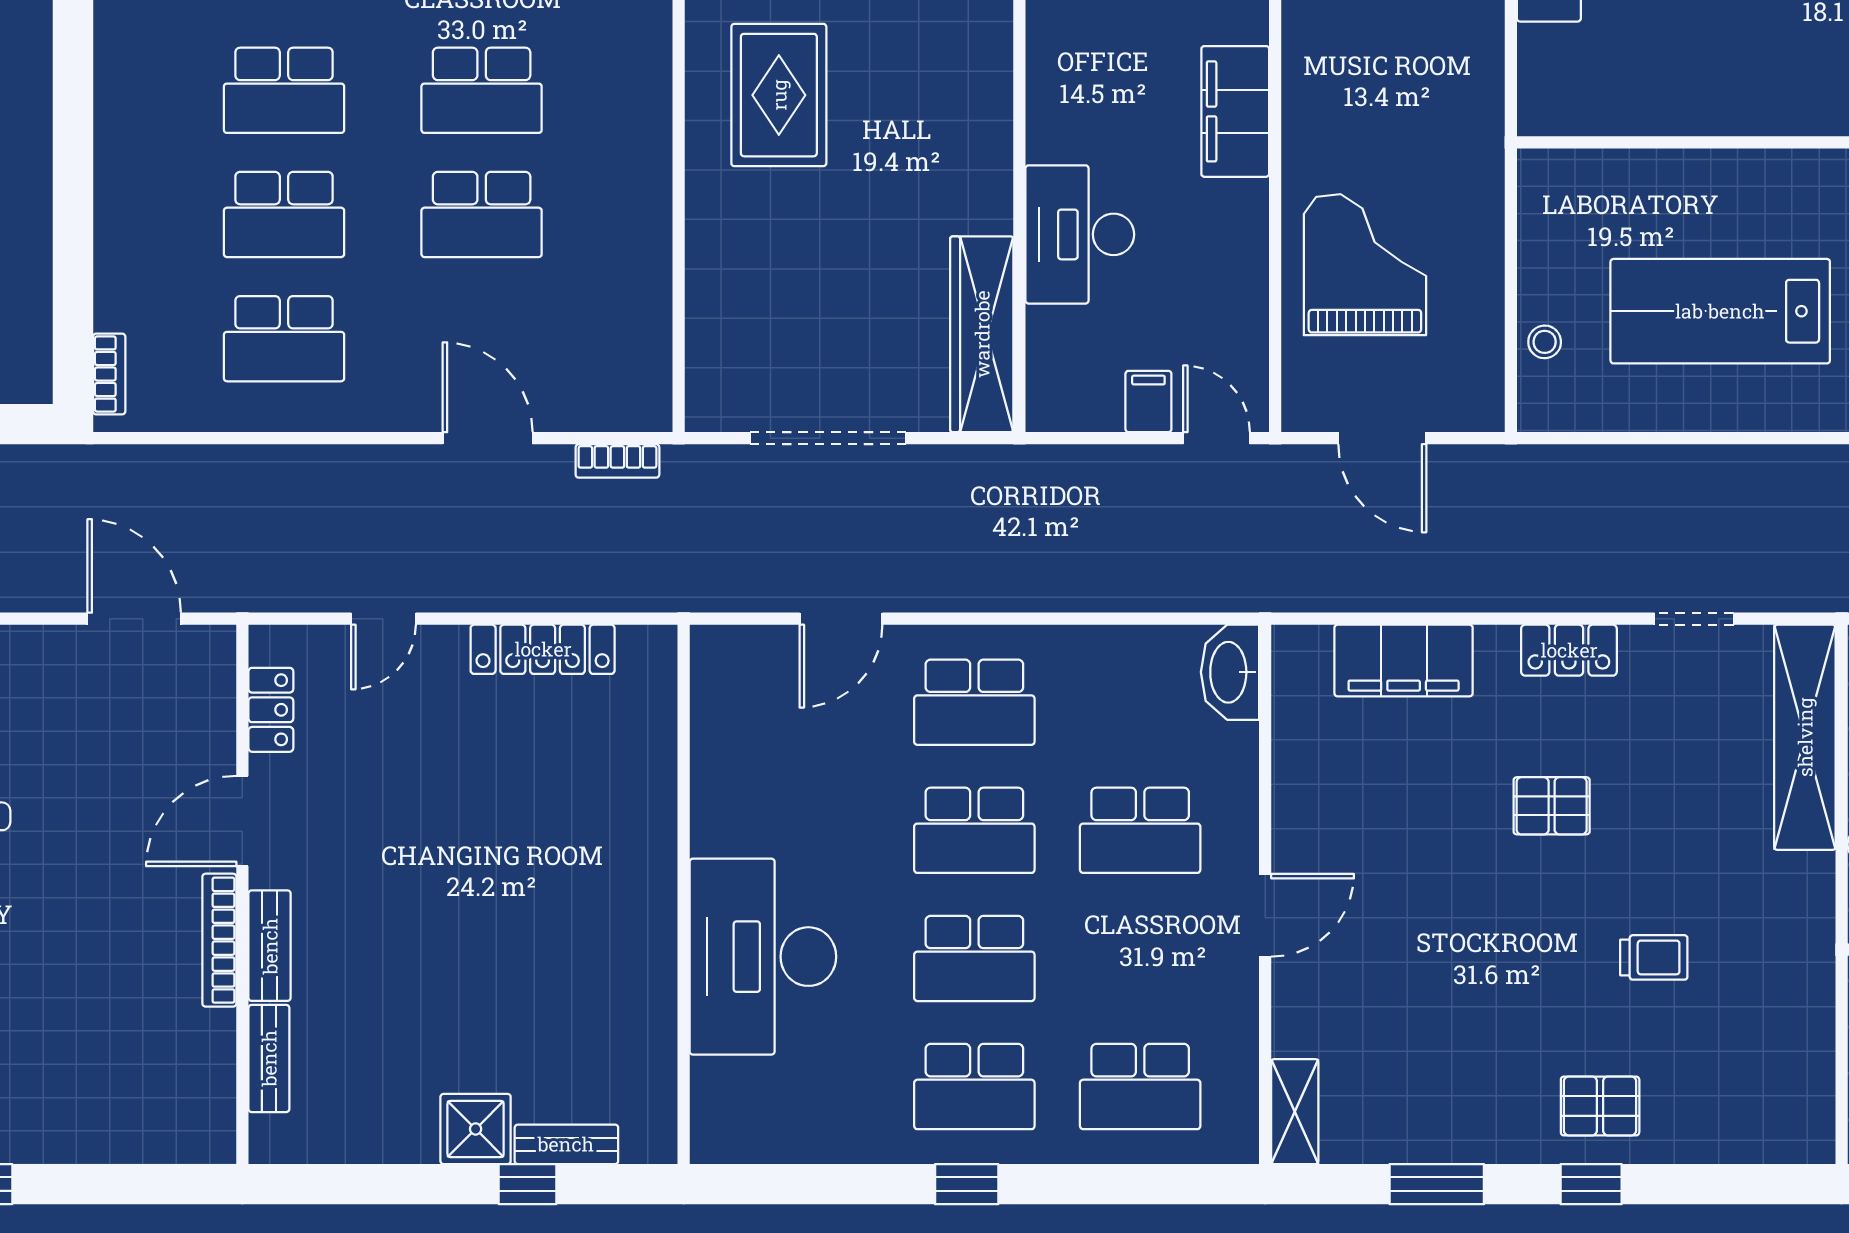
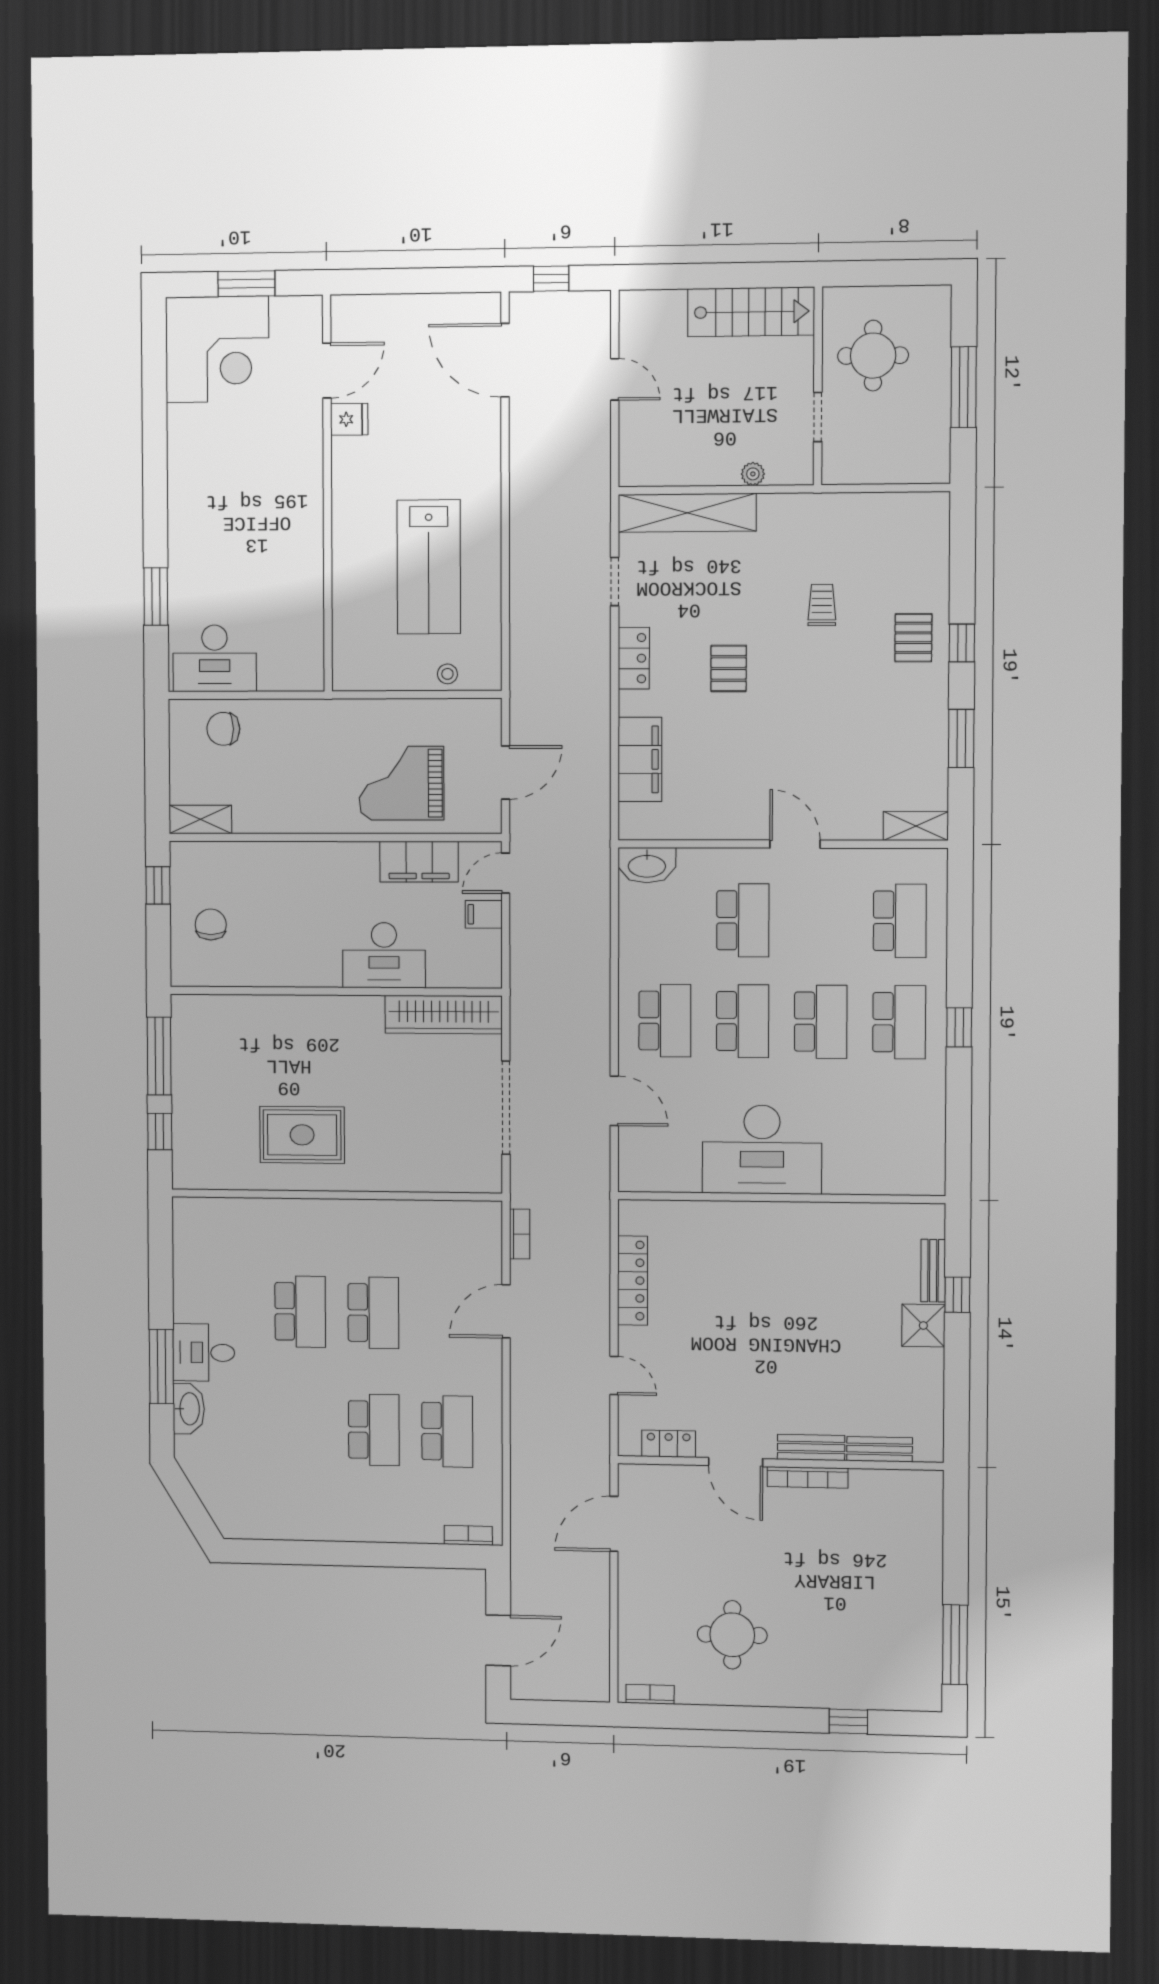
school desk: (284, 90) -> (301, 1428), removed
filing cabinet: (1235, 111) -> (419, 862), moved
desk: (763, 957) -> (762, 1149), moved

